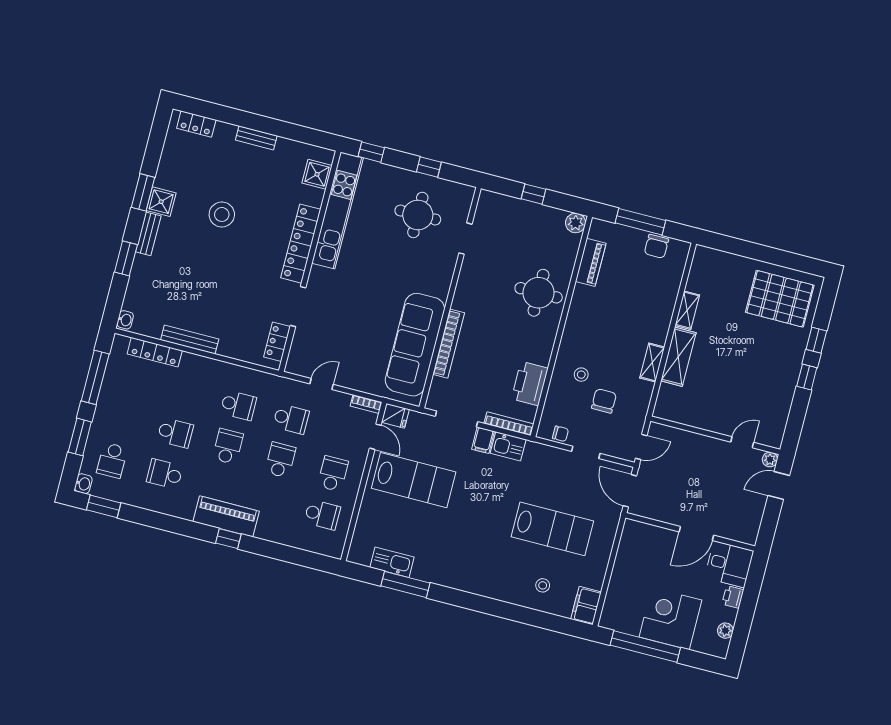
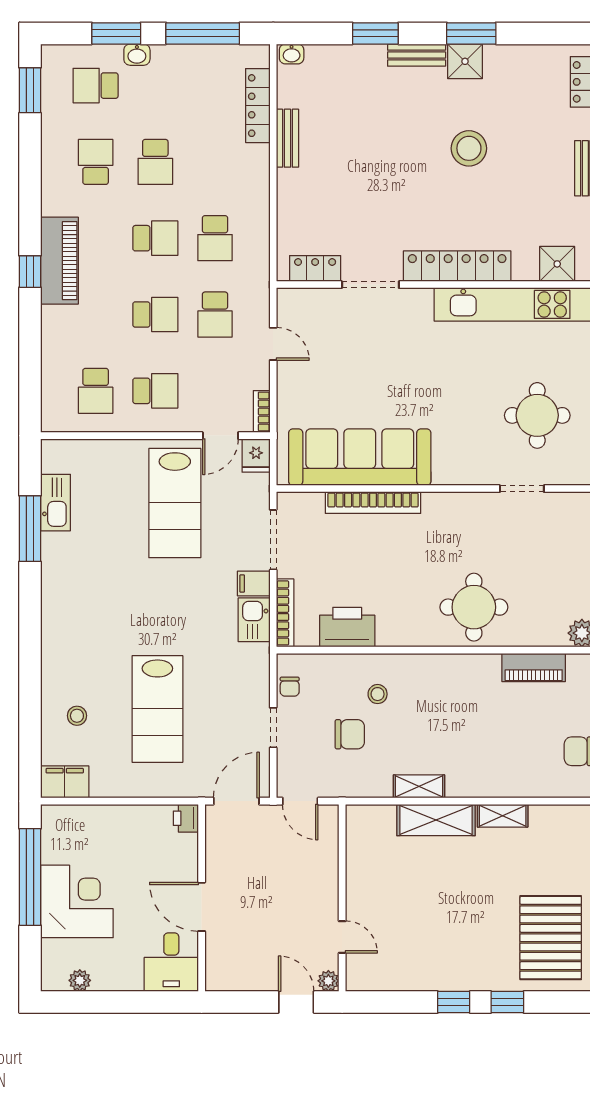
bench: (190, 339) -> (287, 138), width x0.73
washbasin: (83, 484) -> (137, 55), moved
printer: (733, 597) -> (186, 818), moved, turned -90

